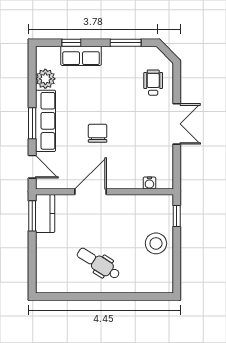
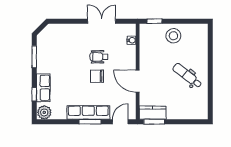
plant: (45, 79) -> (44, 112), moved
wheelchair: (153, 83) -> (99, 57), moved
double door: (177, 124) -> (102, 21), moved
dental chair: (98, 264) -> (187, 76), turned 96

